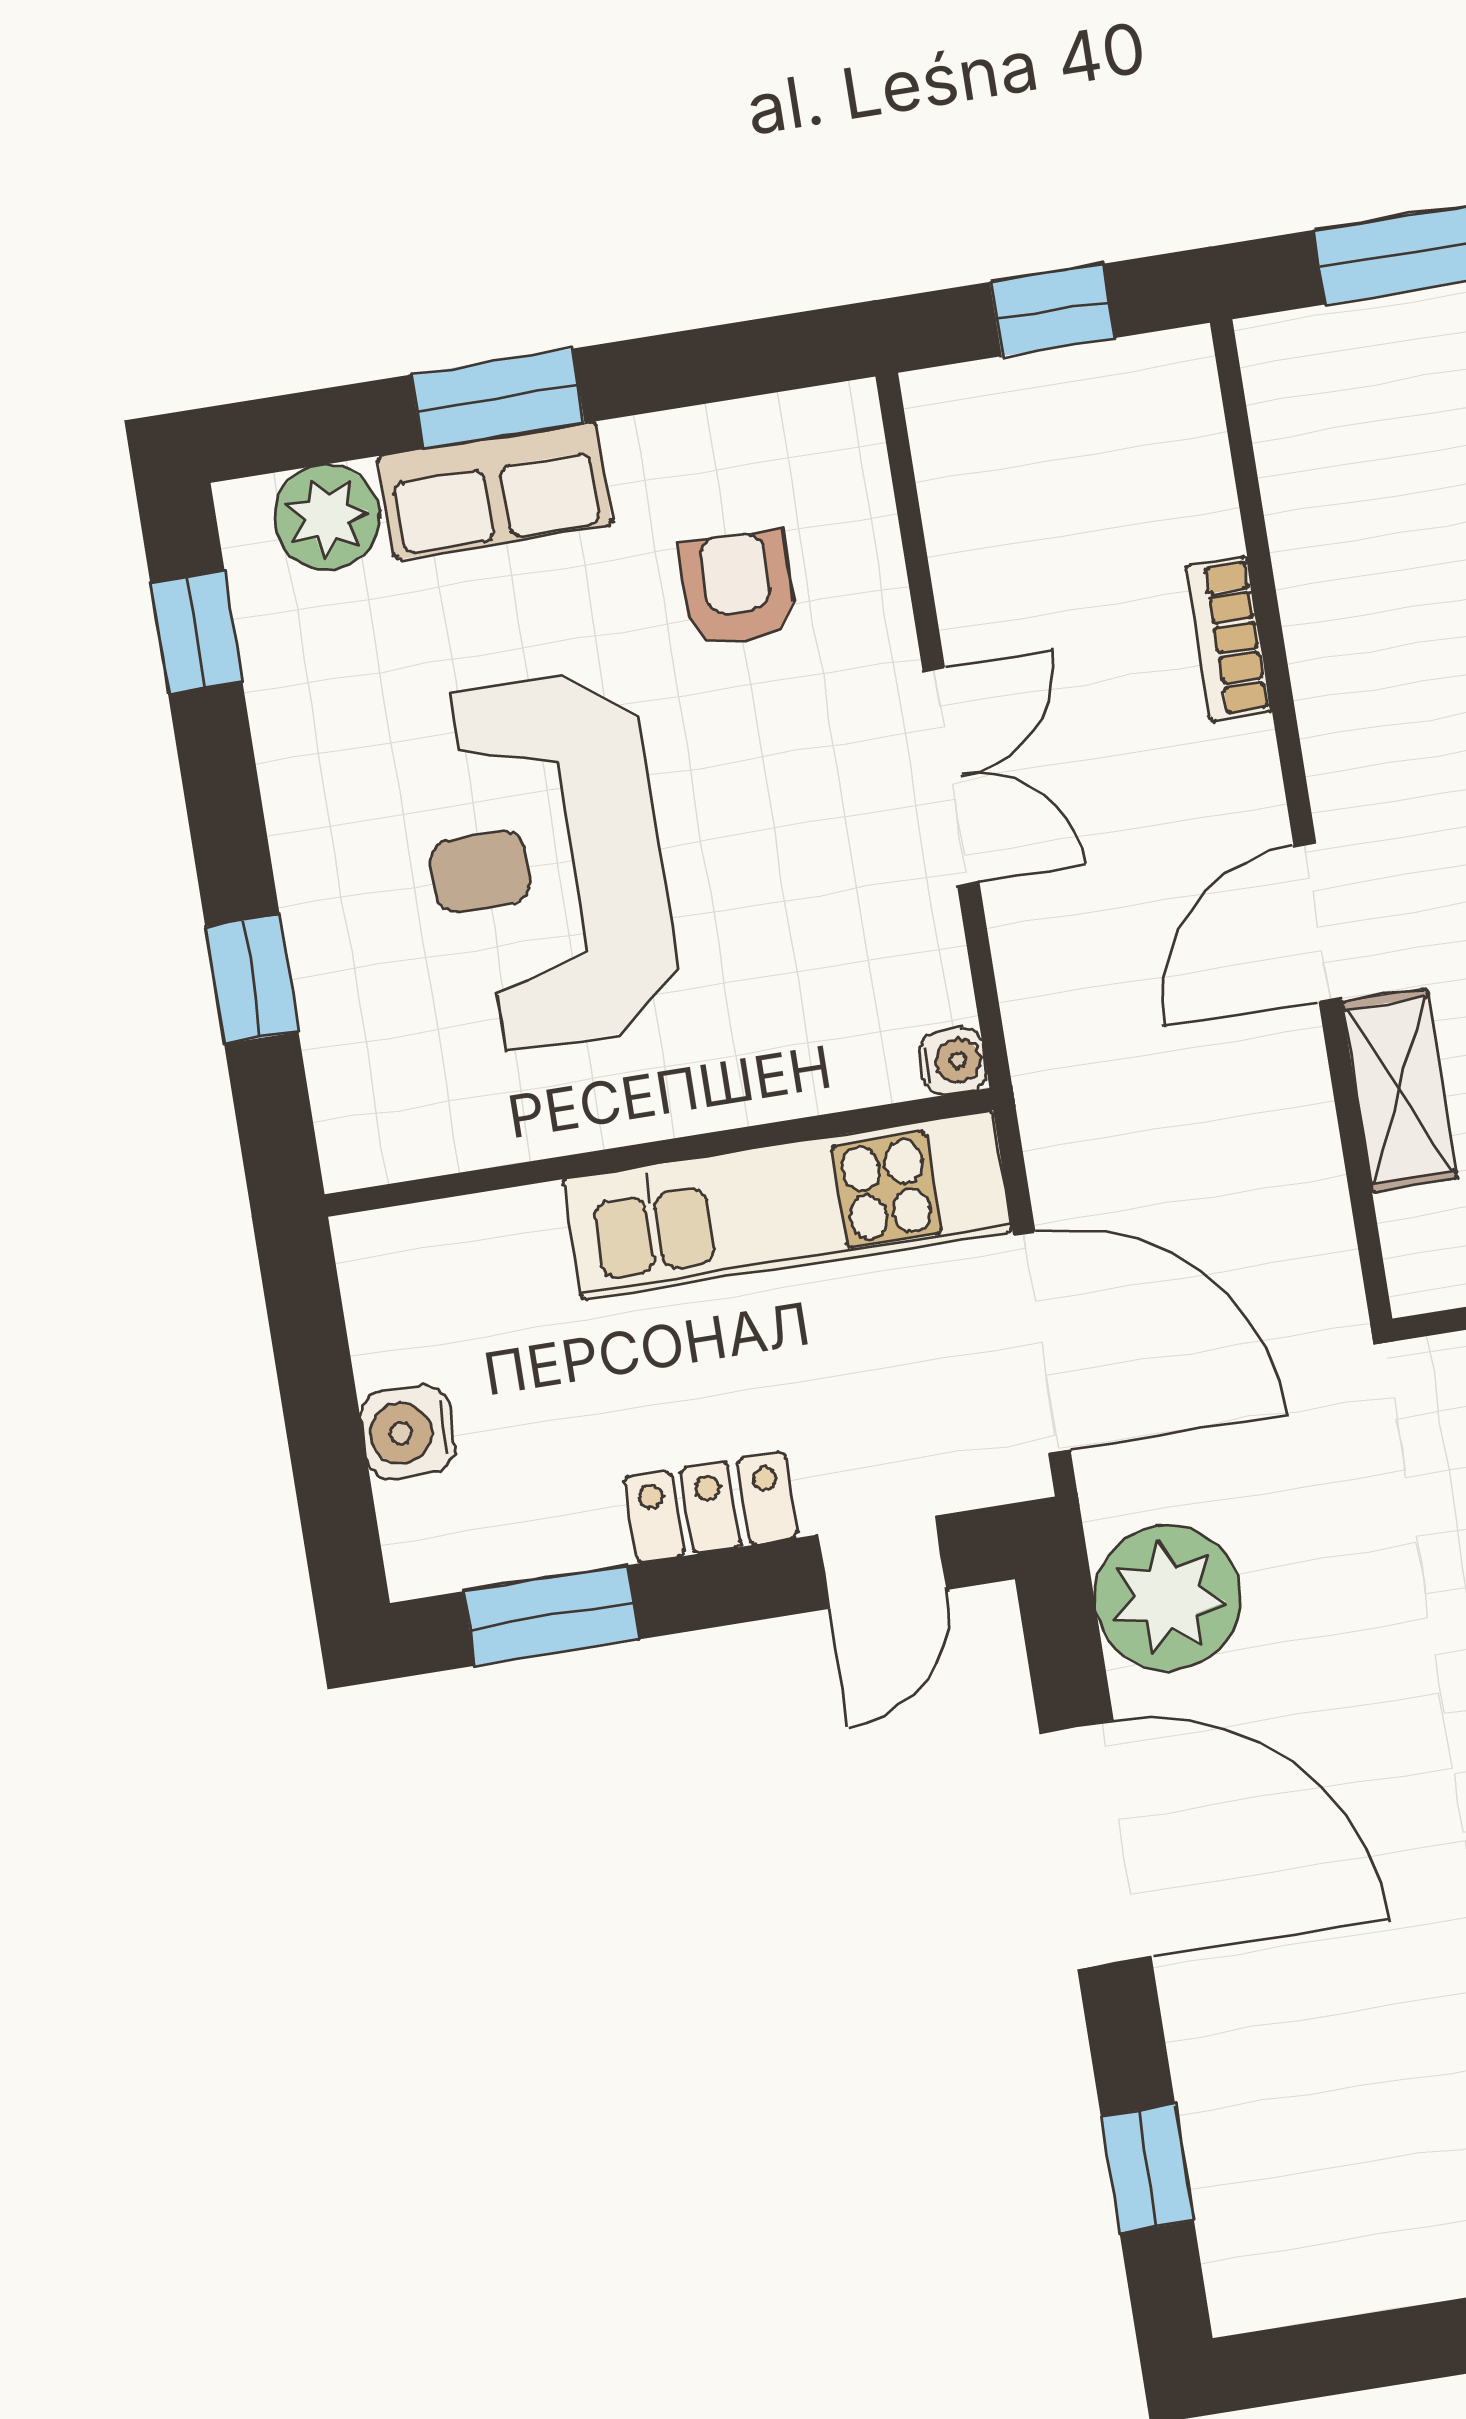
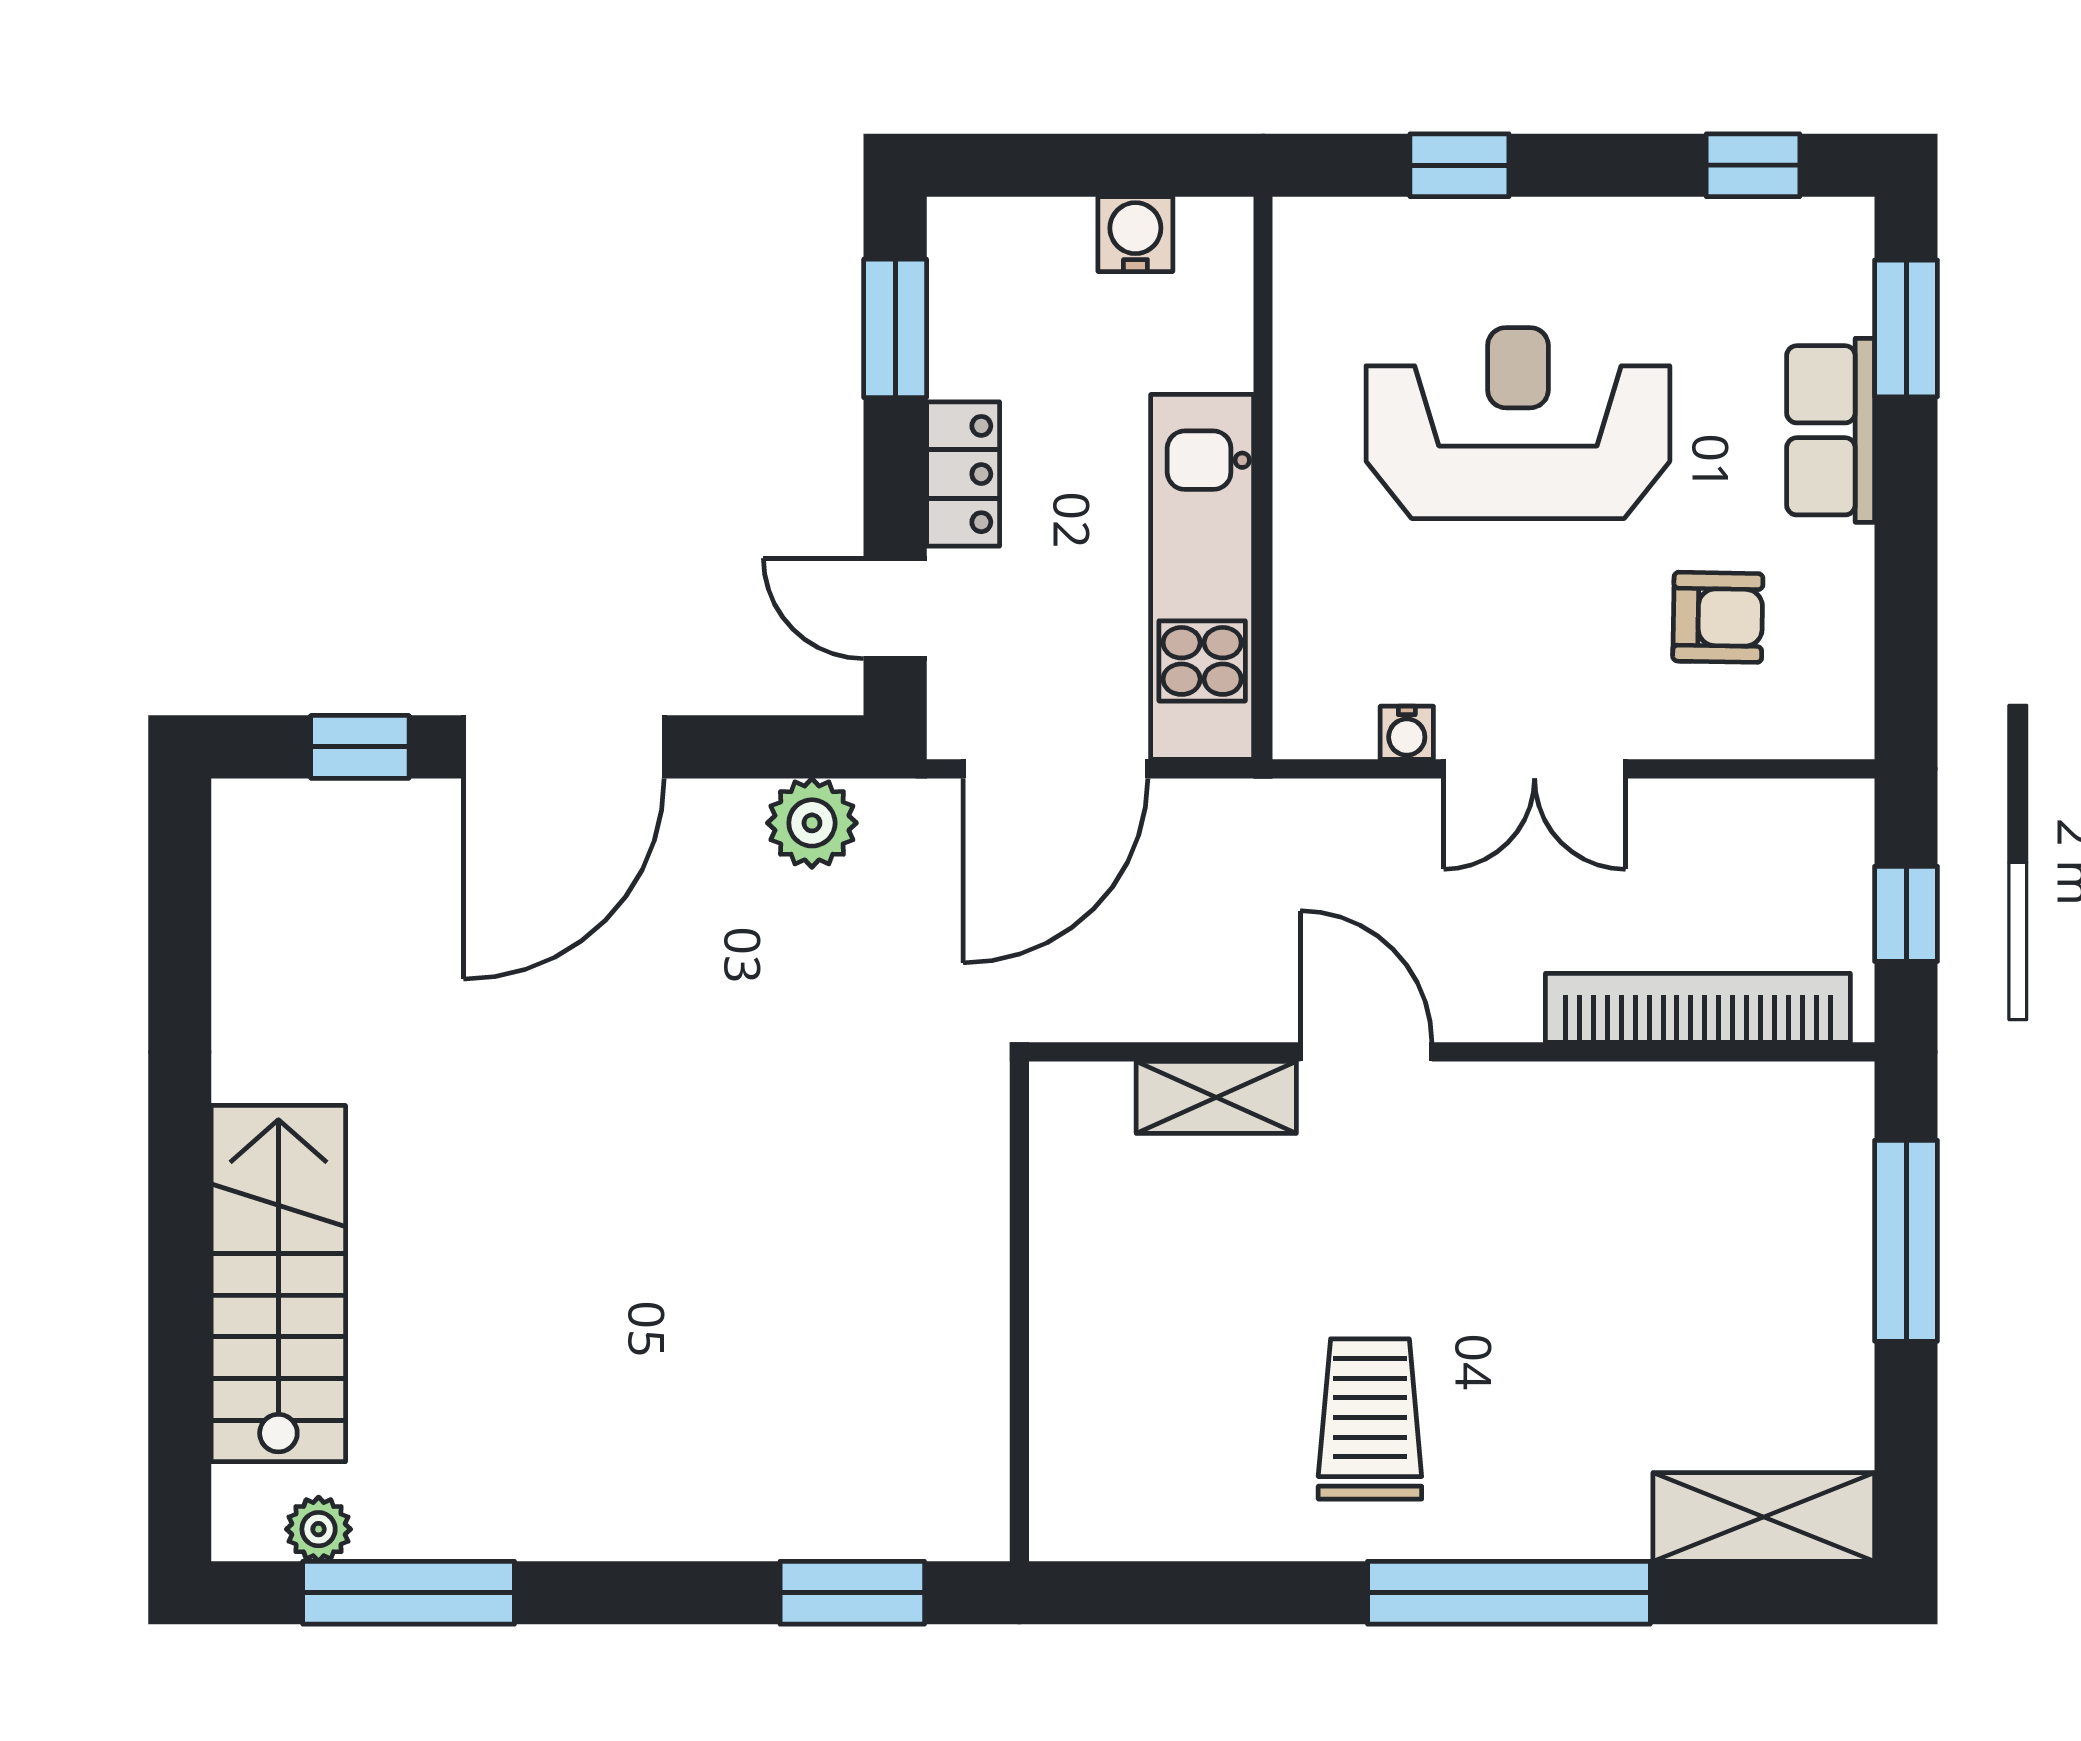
window: (498, 399) -> (1906, 328), moved
plant: (327, 517) -> (1831, 288), removed
bookcase: (1229, 639) -> (1698, 1008), width x2.31, depth x1.31
water cooler: (953, 1061) -> (1407, 733), moved
water cooler: (408, 1432) -> (1135, 234), moved
plant: (1168, 1598) -> (812, 823), width x0.73, depth x0.73
door: (1096, 1845) -> (564, 747), moved

